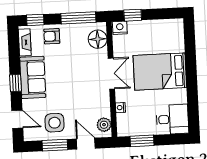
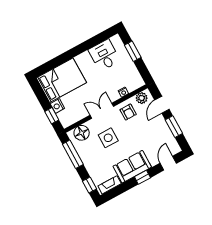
nightstand: (120, 28) -> (57, 106), moved
armchair: (52, 36) -> (128, 112), moved
bed: (160, 72) -> (61, 80), moved, turned -90
desk: (172, 119) -> (104, 55), moved
side table: (55, 123) -> (108, 138), moved
window: (142, 141) -> (133, 51), moved

